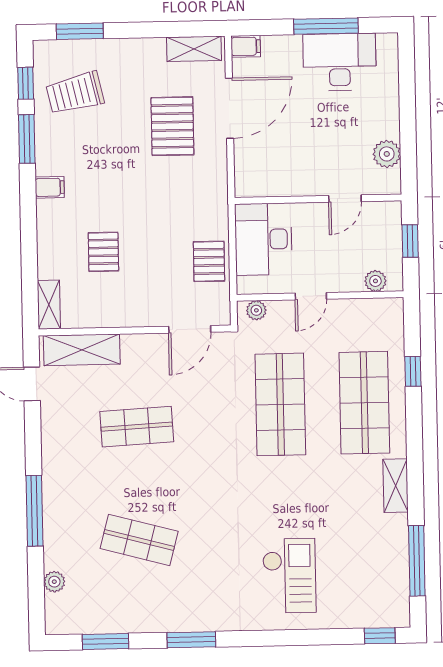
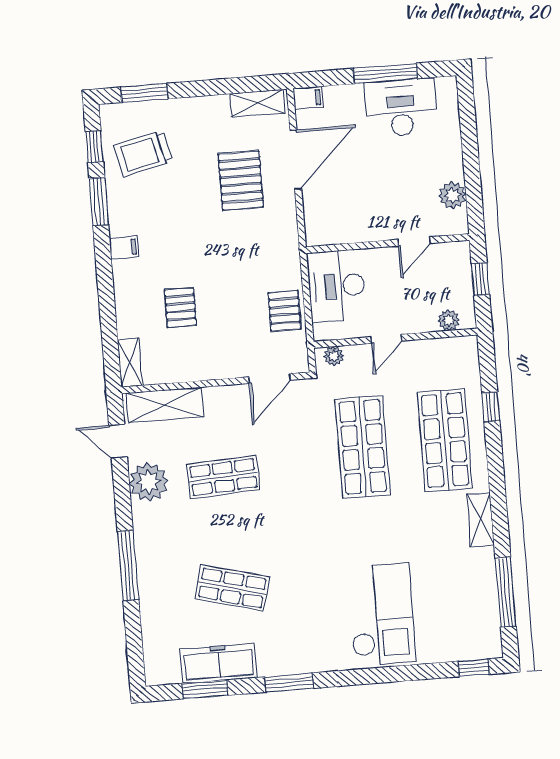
checkout: (289, 576) -> (381, 614), width x1.36, depth x1.21
plant: (54, 582) -> (149, 482), moved, width x1.88, depth x1.88
freezer: (121, 616) -> (219, 663), added

